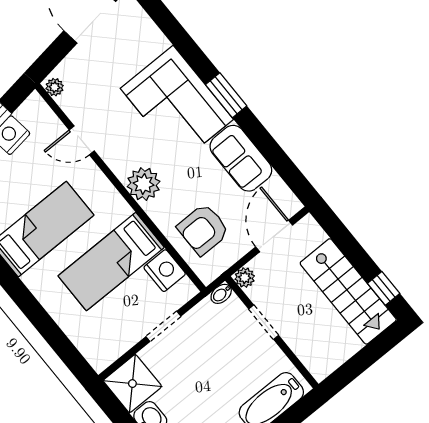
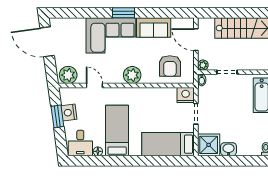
plant: (55, 87) -> (68, 75), width x1.87, depth x1.87
door: (82, 140) -> (94, 86), swing flipped
bed: (111, 262) -> (168, 144), moved, turned 90
nightstand: (165, 271) -> (186, 95), moved
window: (384, 288) -> (253, 13), removed

